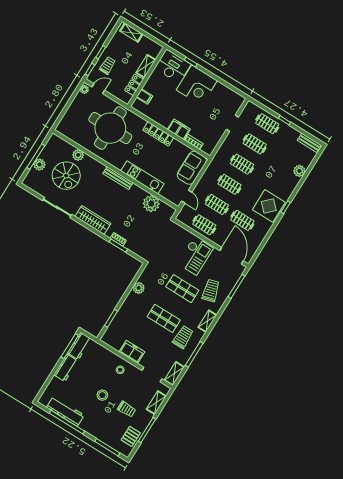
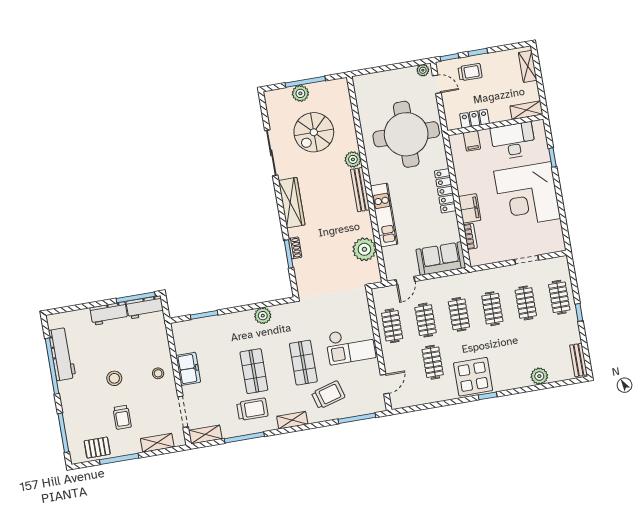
shelving: (146, 66) -> (526, 110), moved
desk: (173, 66) -> (513, 141), moved, turned -90
corner desk: (197, 85) -> (527, 195), width x1.36, depth x1.36
plant: (78, 155) -> (353, 159), moved
door: (232, 256) -> (385, 384), width x0.53

